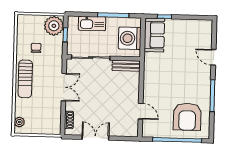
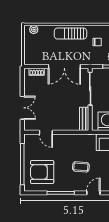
coffee table: (182, 71) -> (81, 167), added
double door: (64, 87) -> (64, 66), width x1.37
door: (141, 111) -> (46, 132), hinge flipped
double door: (95, 138) -> (22, 108), moved

